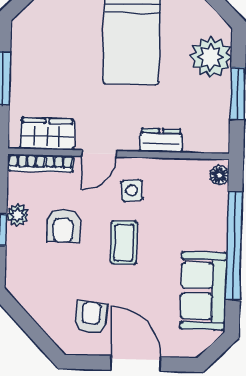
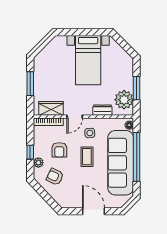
plant: (211, 57) -> (124, 100), moved
plant: (17, 215) -> (38, 163), moved
sofa: (204, 291) -> (121, 163), width x1.85, depth x1.27
armchair: (91, 317) -> (55, 177), moved, turned -71

